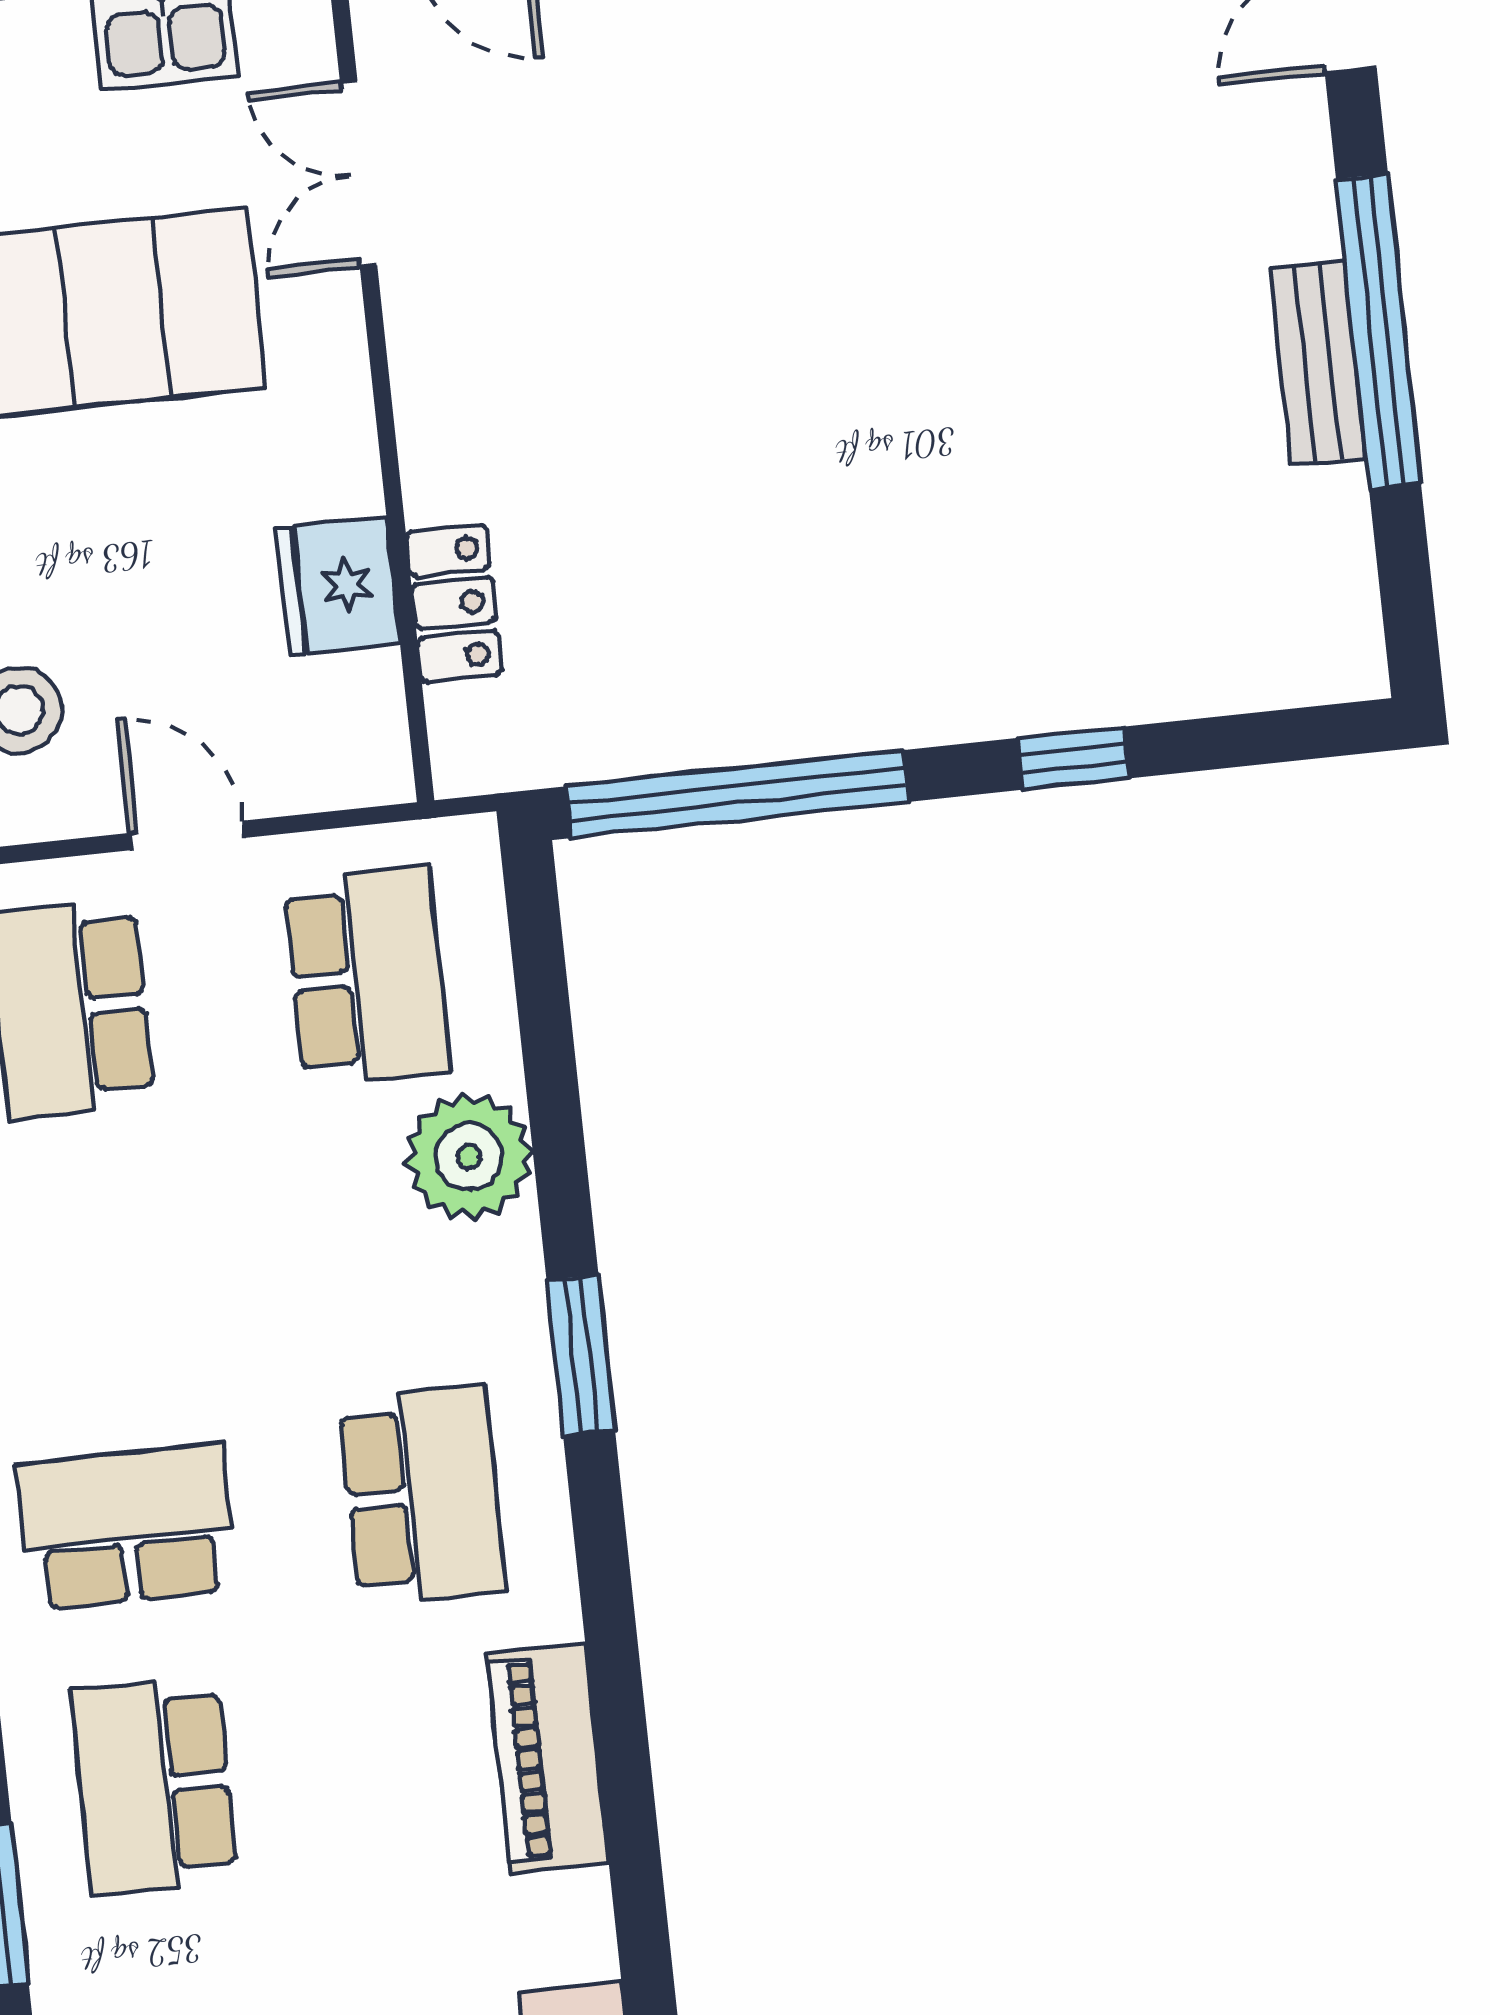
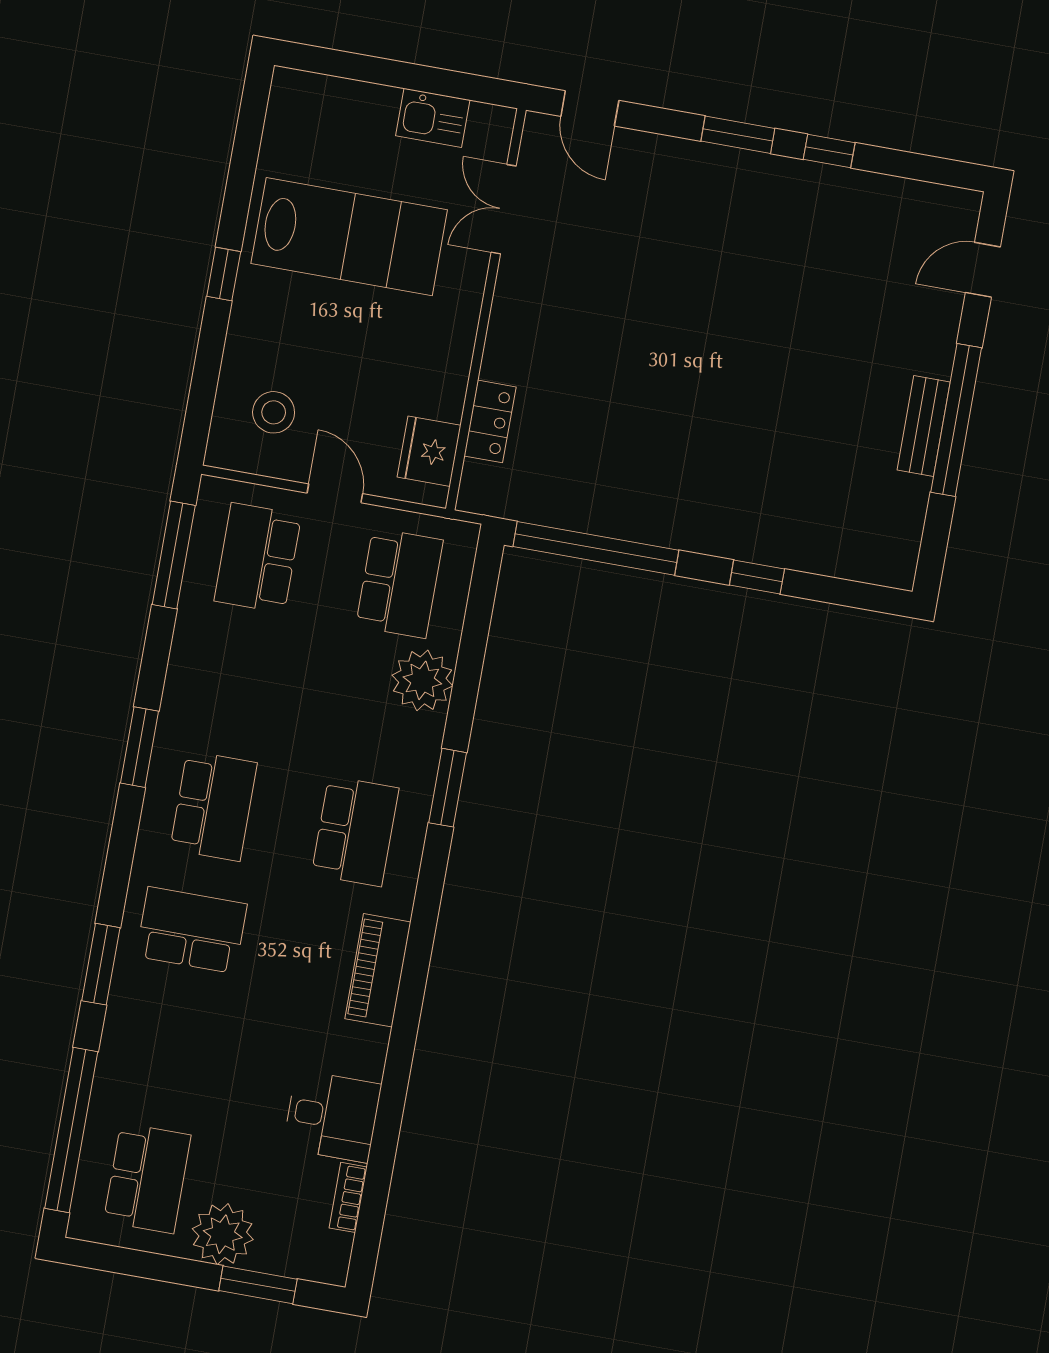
fridge: (338, 586) -> (429, 451), moved
school desk: (127, 1526) -> (214, 806), turned 90
school desk: (154, 1786) -> (191, 930), turned 90

